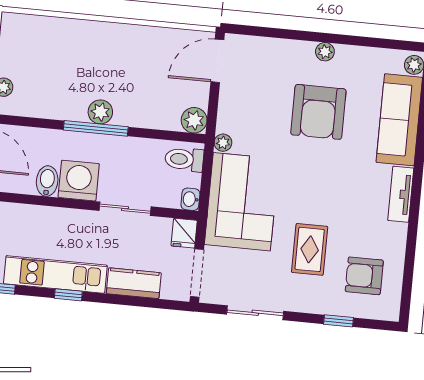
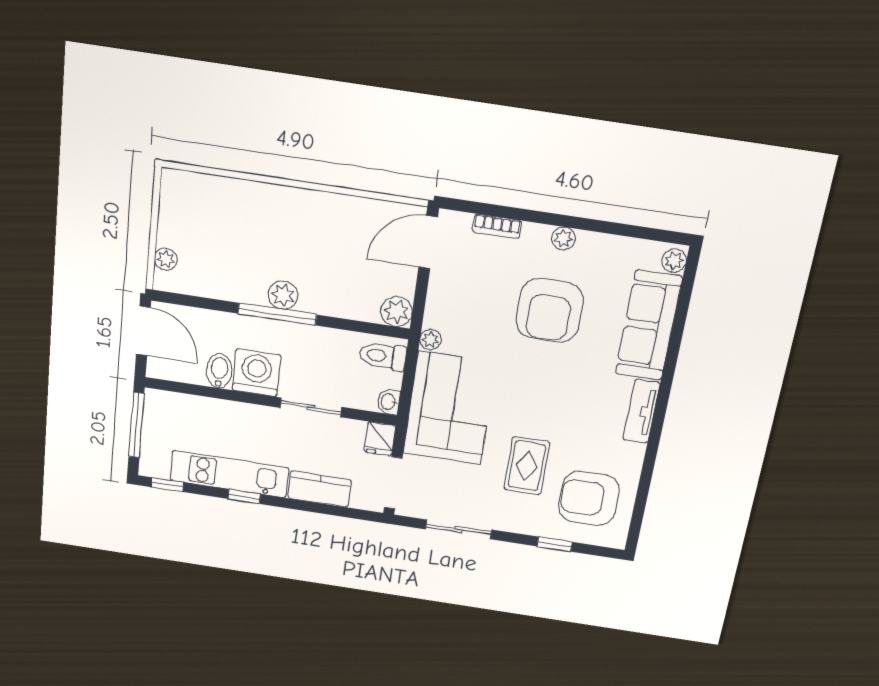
bookcase: (272, 45) -> (497, 226), added
armchair: (364, 276) -> (589, 498), width x1.36, depth x1.36

